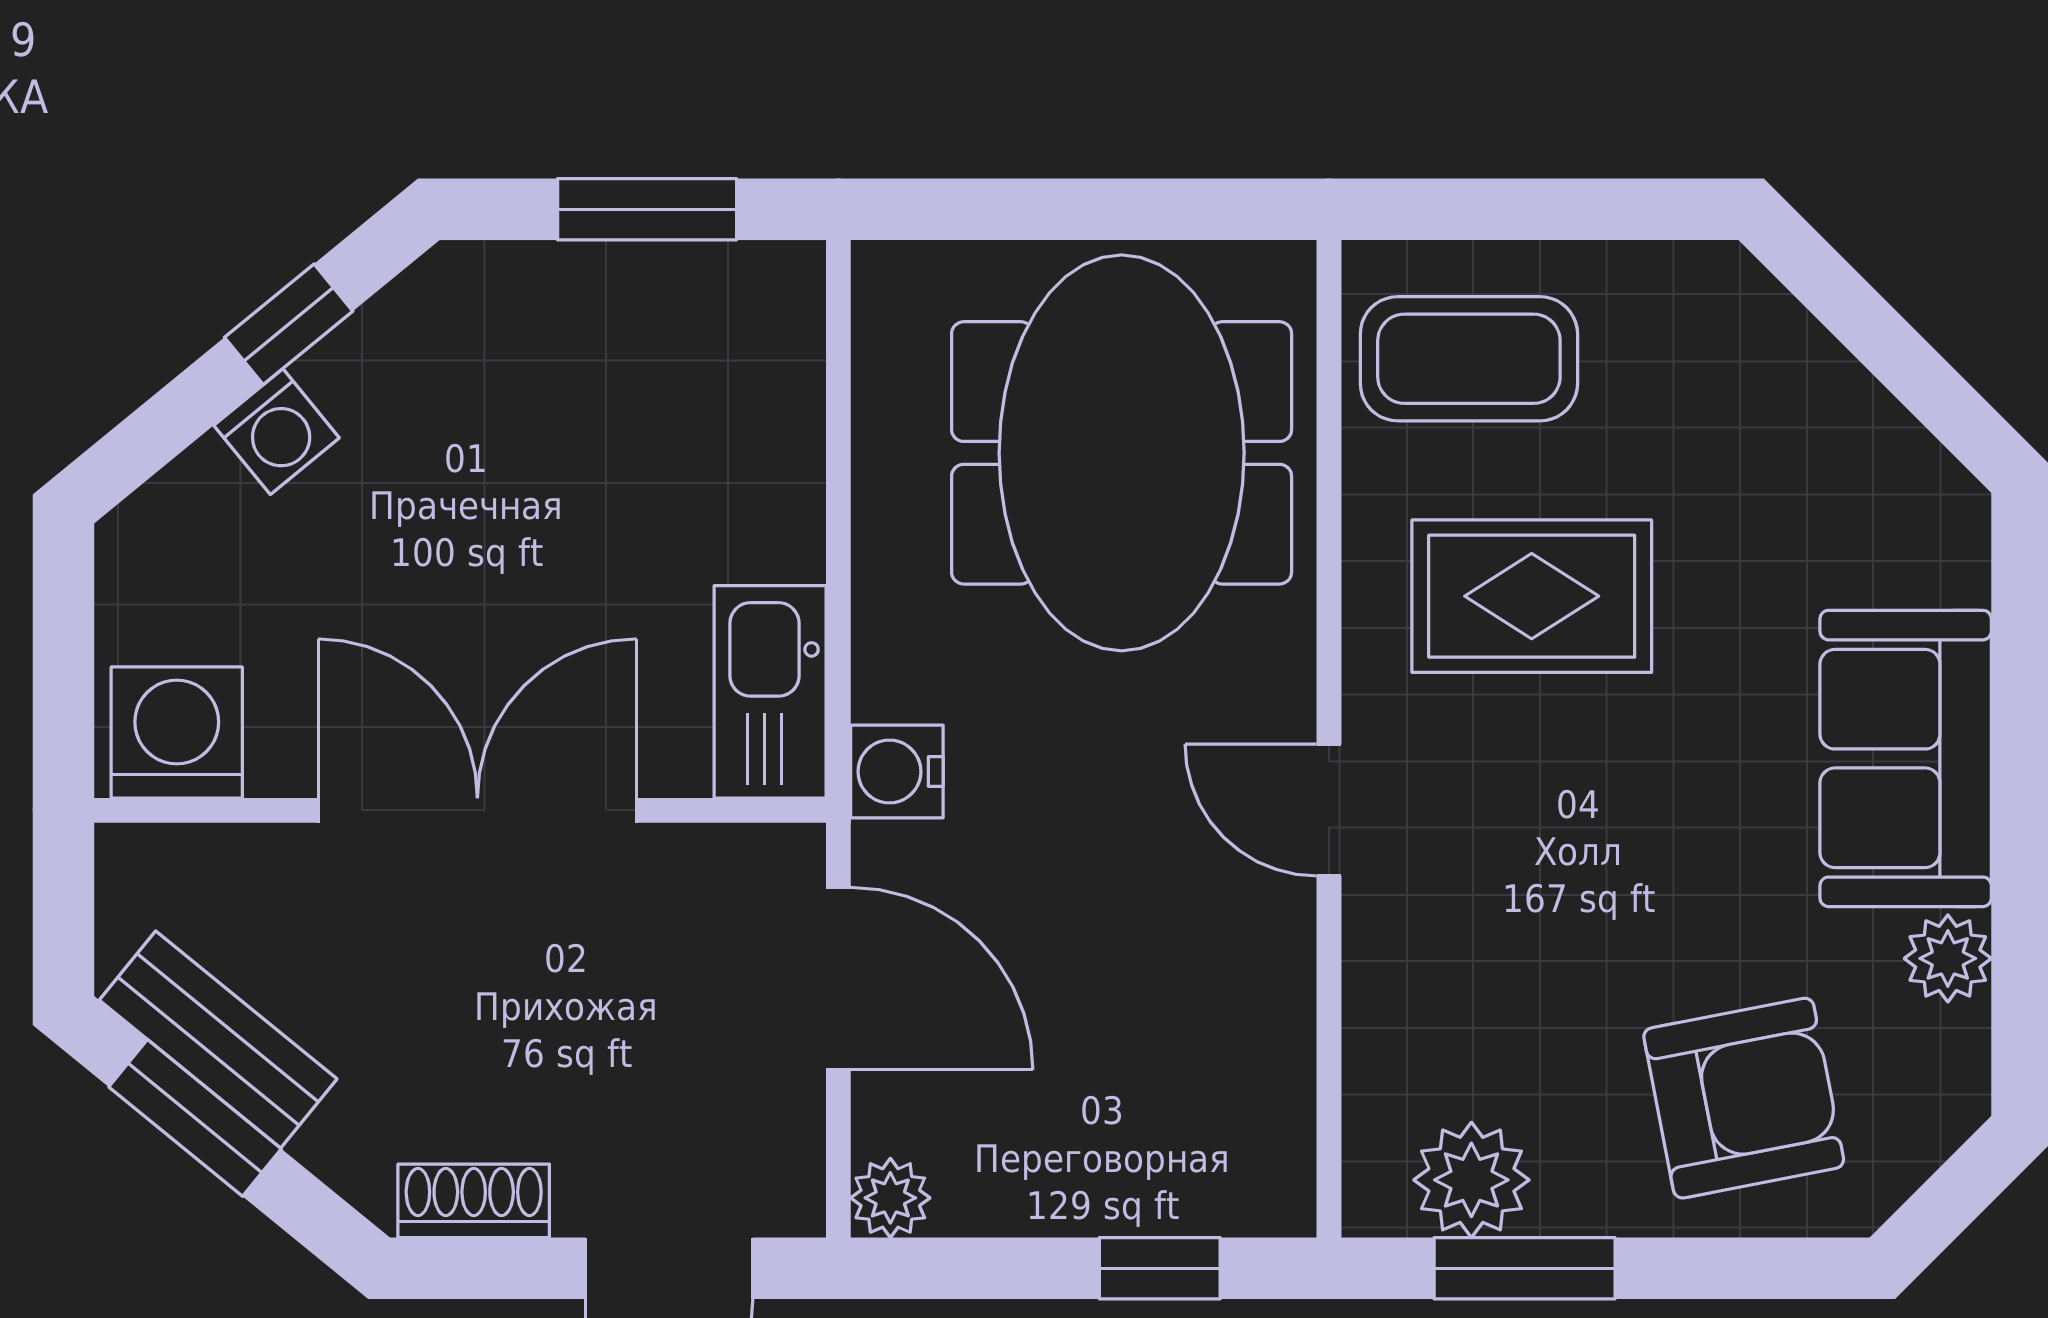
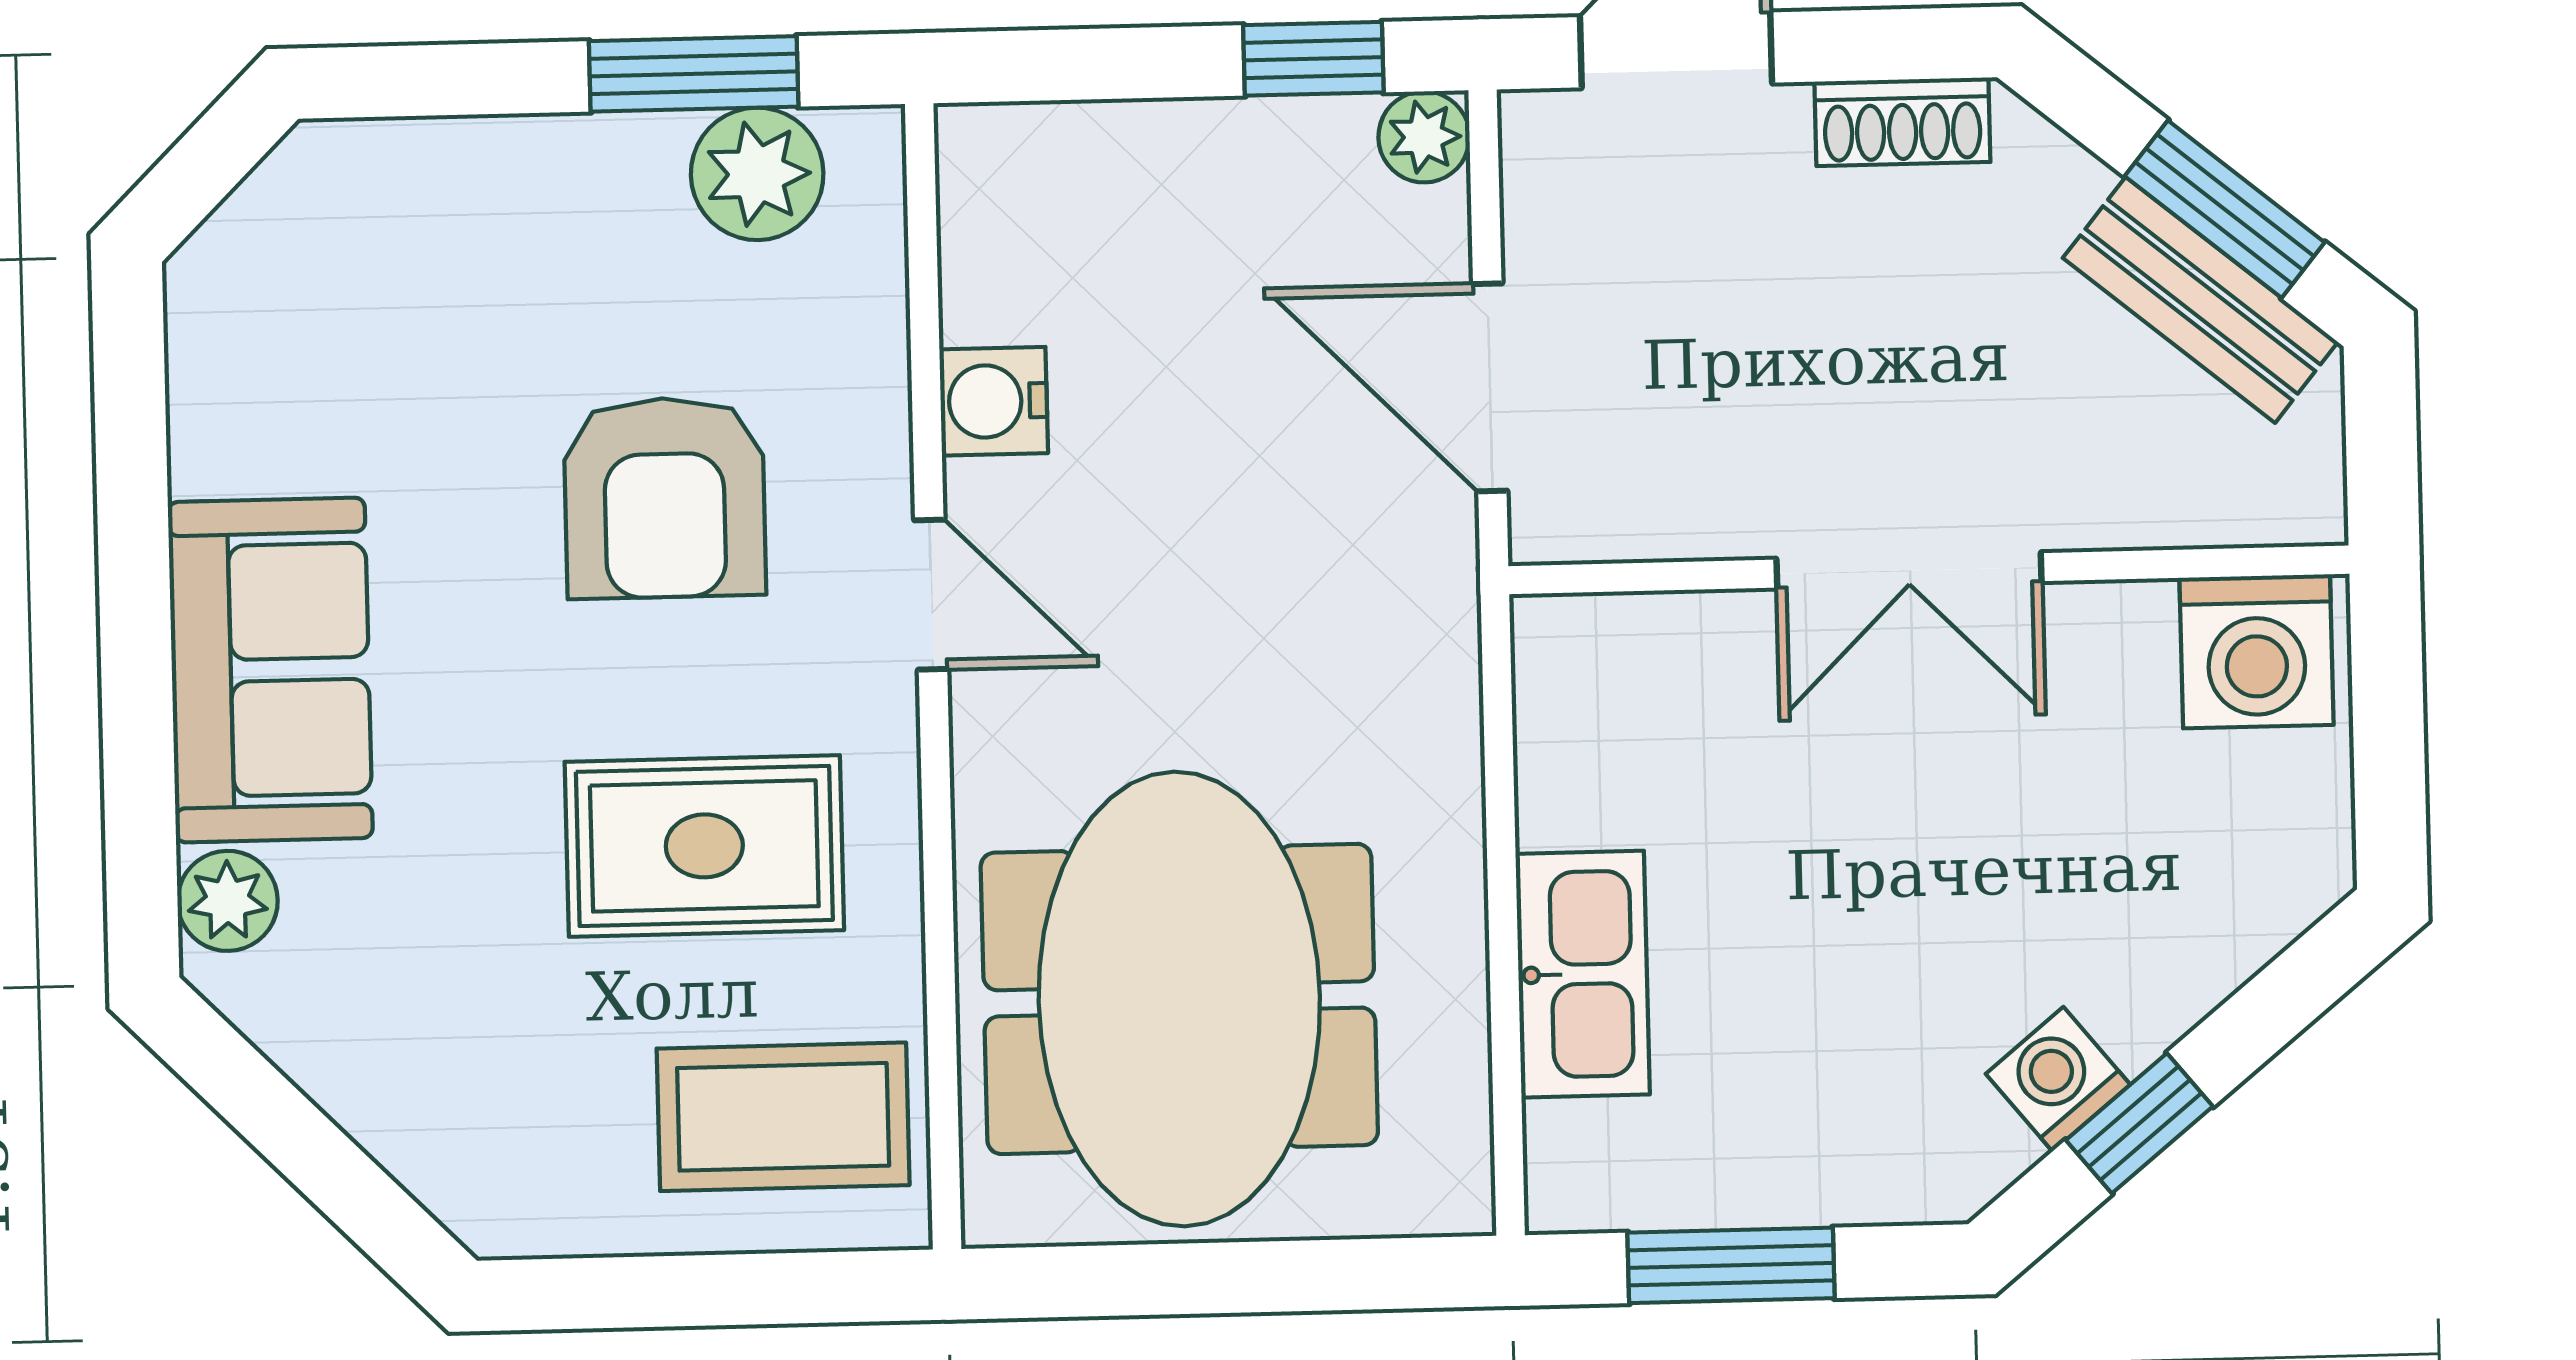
washing machine: (277, 432) -> (2058, 1079), moved
kitchen sink: (770, 692) -> (1583, 974), moved
water cooler: (897, 771) -> (994, 401), moved, turned 180
double door: (477, 810) -> (1909, 570), width x0.73
plant: (1948, 958) -> (228, 901), moved
armchair: (1744, 1098) -> (665, 498), moved, turned -79
window: (1160, 1268) -> (1313, 59), moved

